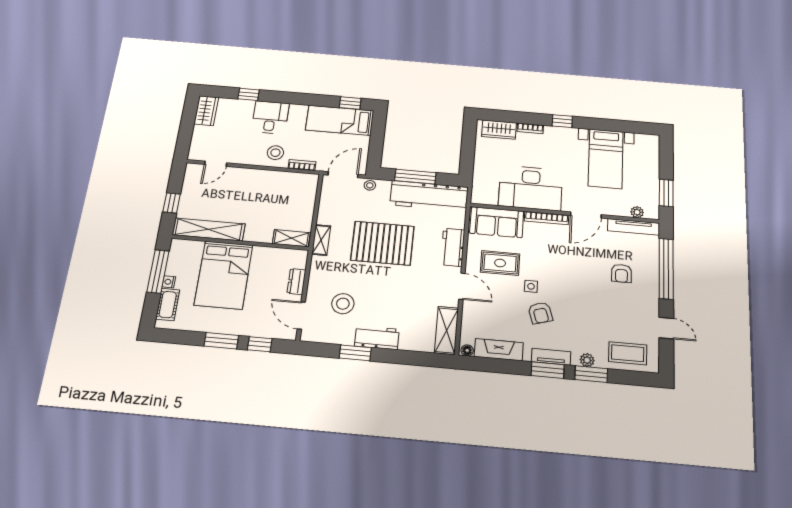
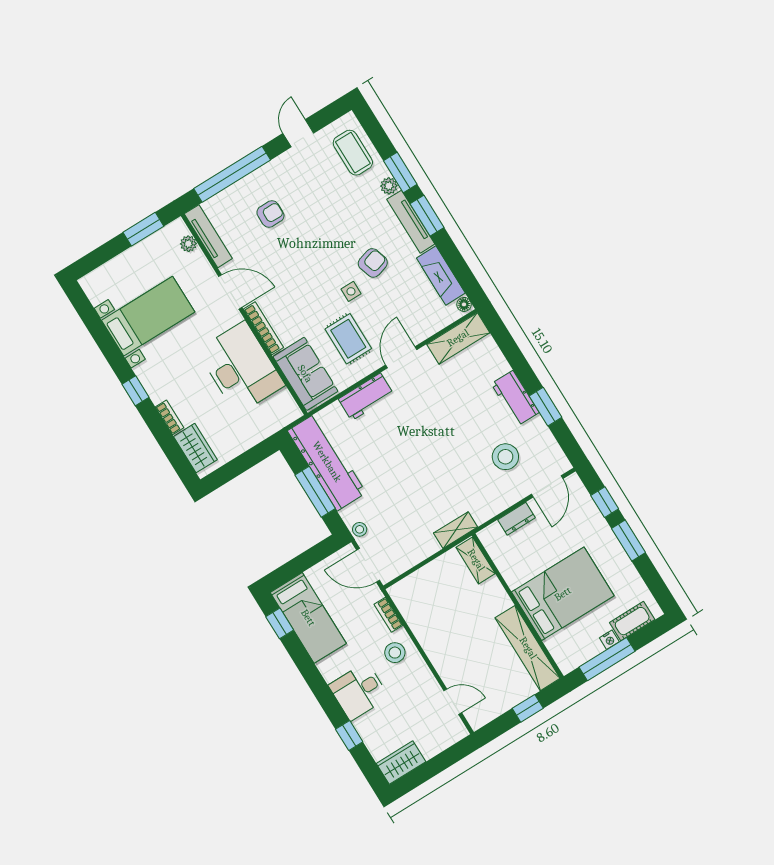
pallet: (382, 243) -> (414, 468), removed
tv unit: (551, 357) -> (411, 222), width x1.41

